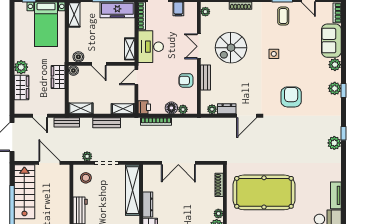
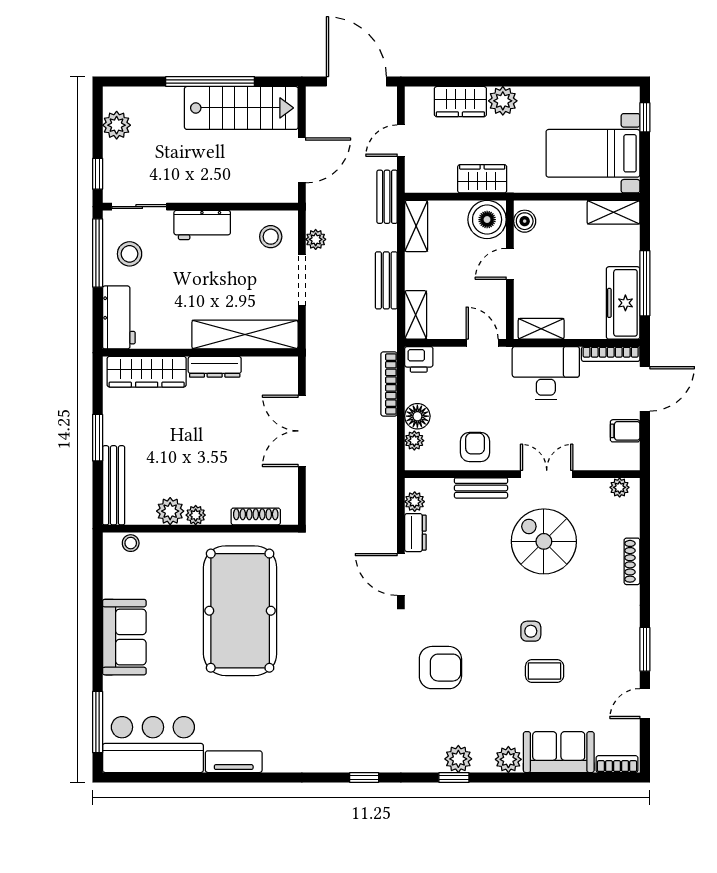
coffee table: (283, 16) -> (545, 671), moved
boiler: (73, 70) -> (487, 220), width x1.86, depth x1.86
plant: (334, 143) -> (344, 758), removed

